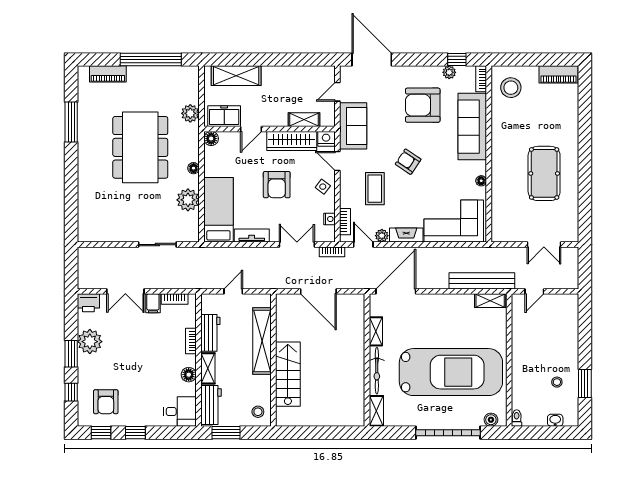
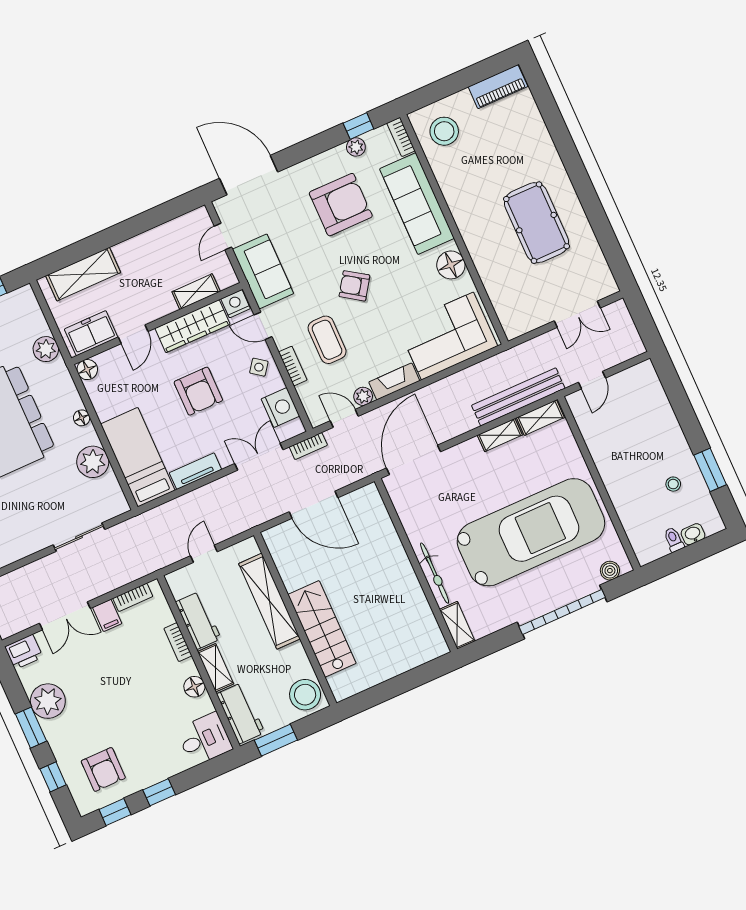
armchair: (423, 105) -> (341, 205), turned 180
floor lamp: (481, 181) -> (451, 265), width x1.89, depth x1.89
nightstand: (329, 219) -> (280, 408), width x1.89, depth x1.79
bookcase: (345, 222) -> (293, 366), moved
shelving: (376, 331) -> (500, 435), moved, turned 90
stool: (258, 412) -> (305, 695), width x1.89, depth x1.89
toilet: (517, 418) -> (674, 540), moved

